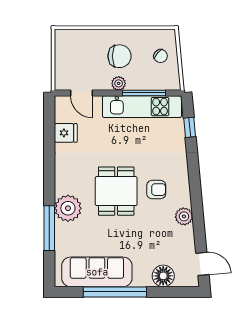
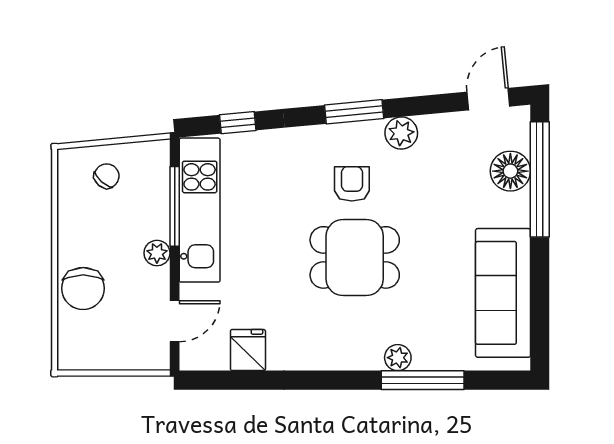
chair: (120, 56) -> (83, 288), moved, turned 180
window: (196, 191) -> (354, 112), added
plant: (68, 208) -> (398, 358), width x0.53, depth x0.53
window: (115, 292) -> (540, 179), moved

